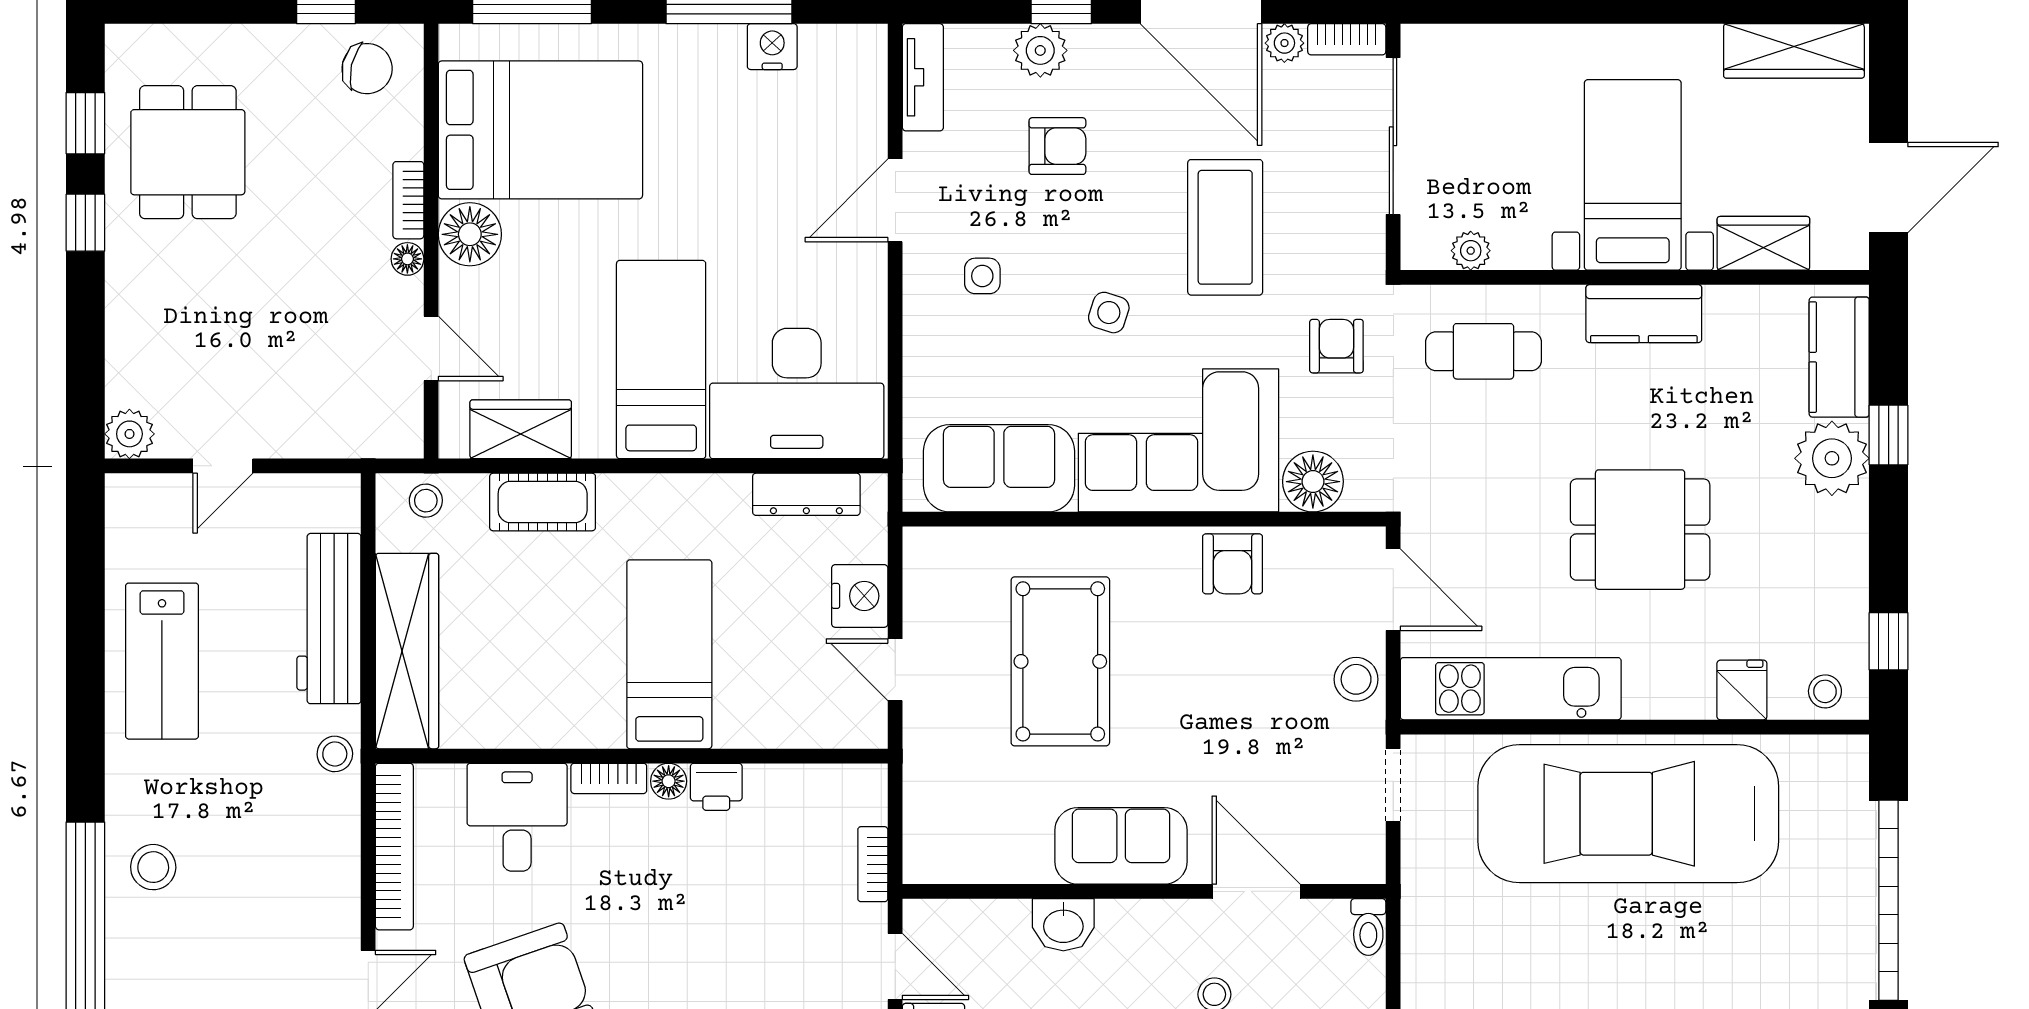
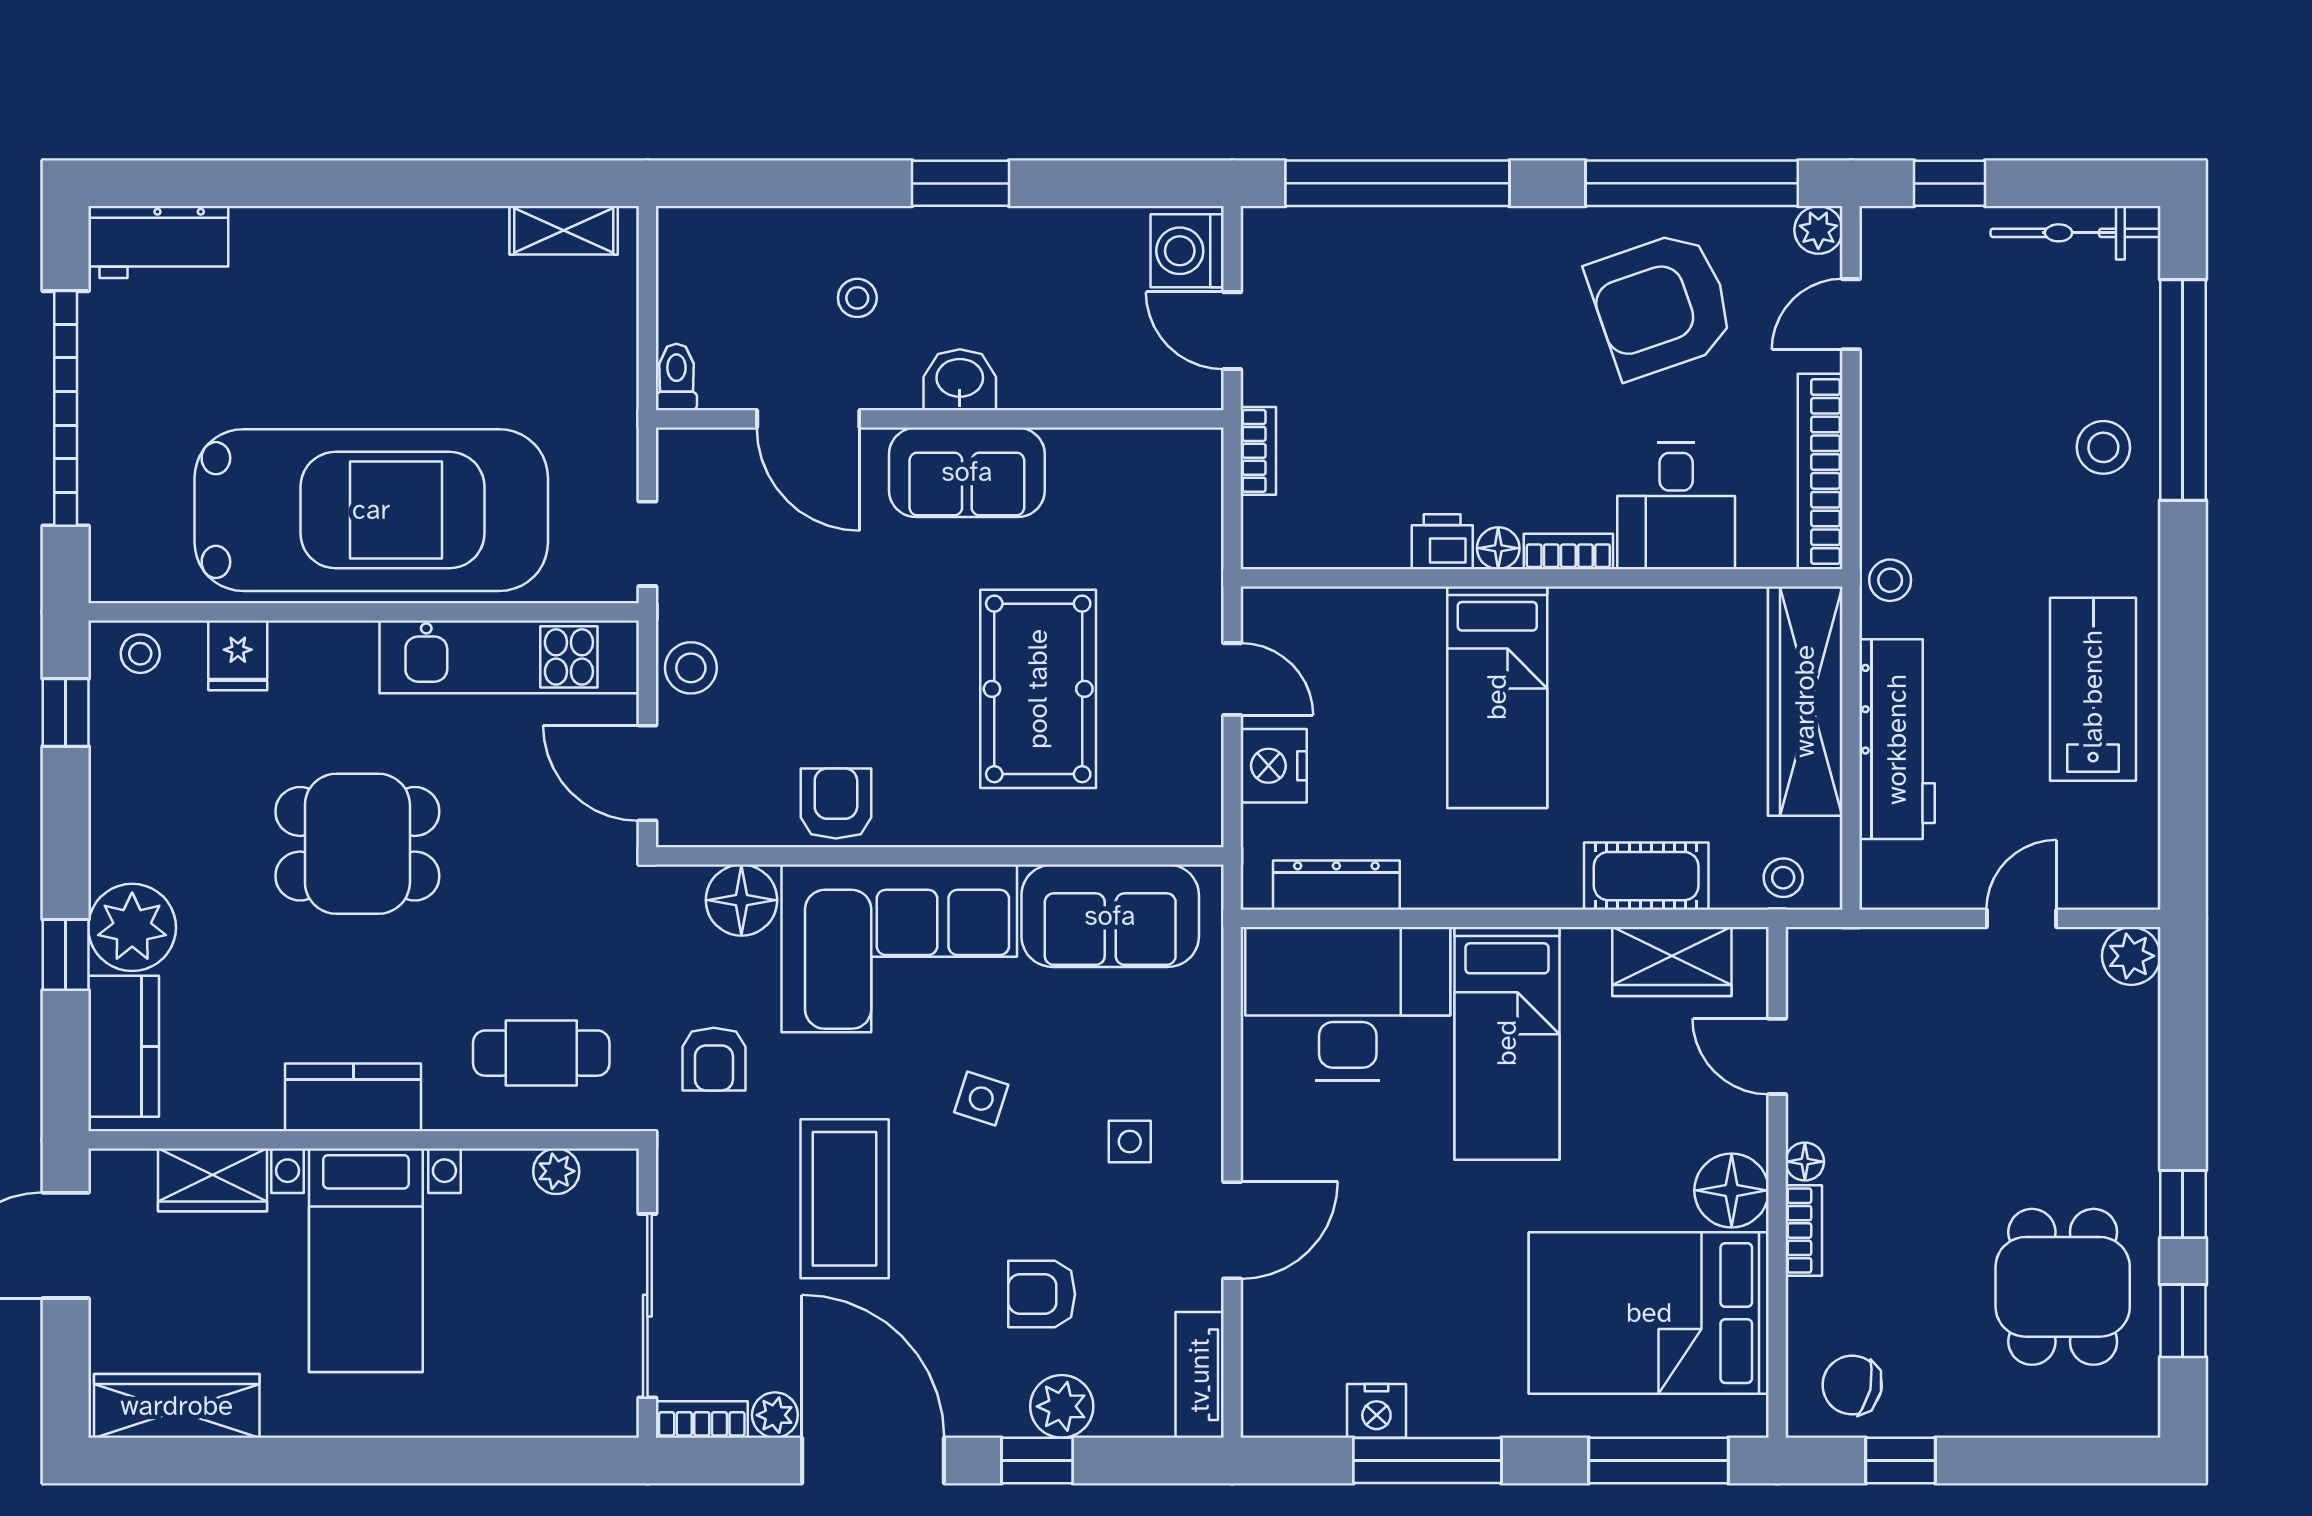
washbasin: (1063, 925) -> (960, 380), moved

